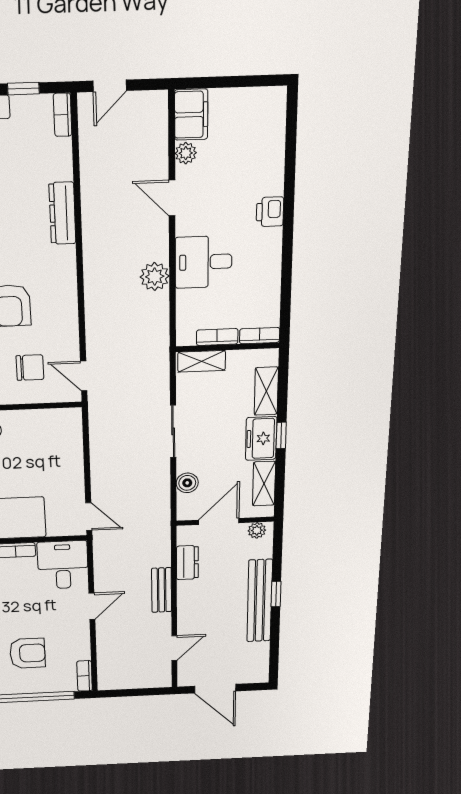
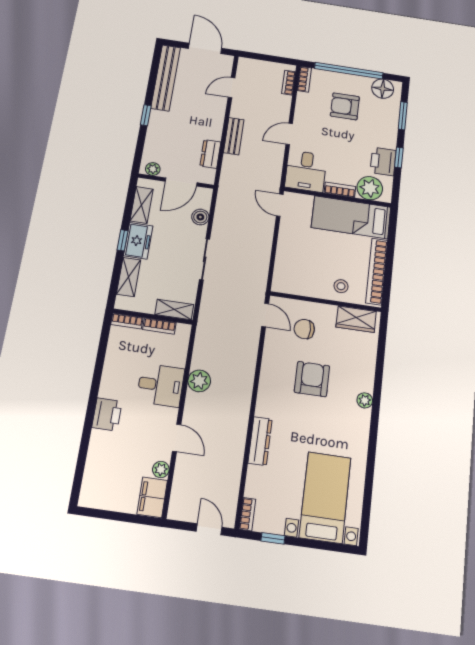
door: (110, 86) -> (209, 529), hinge flipped
printer: (270, 212) -> (107, 414), width x1.36, depth x1.24
bench: (260, 601) -> (166, 78), moved
bookcase: (104, 668) -> (288, 83), added

